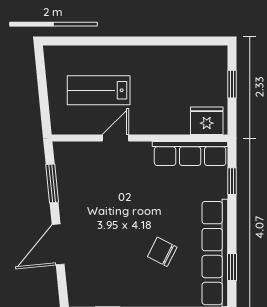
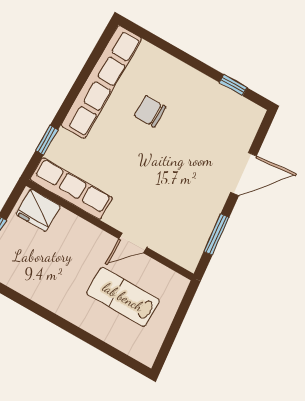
lab bench: (99, 90) -> (123, 297), turned 180
chair: (162, 252) -> (150, 111), turned 153
window: (232, 267) -> (93, 60), removed

